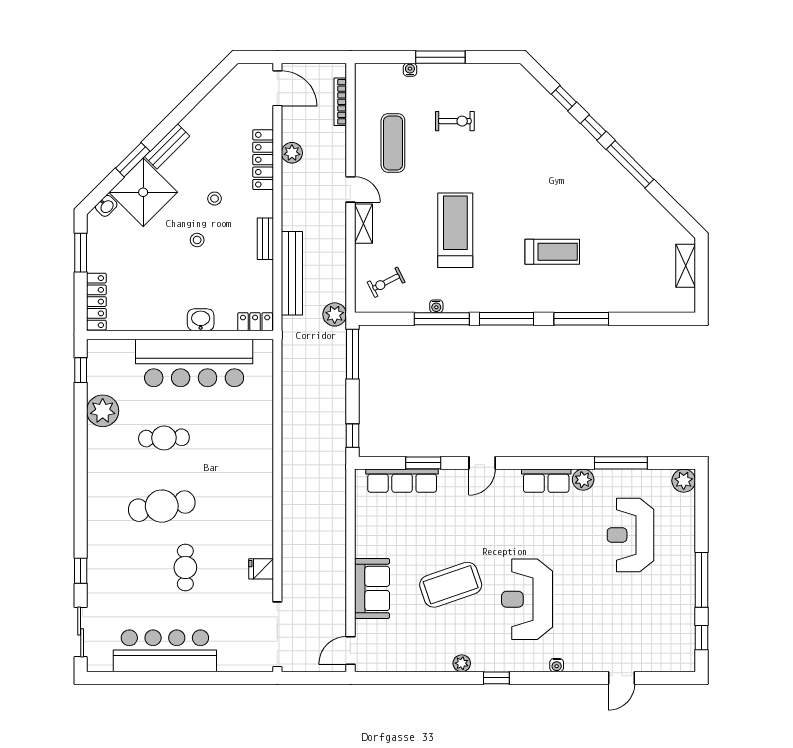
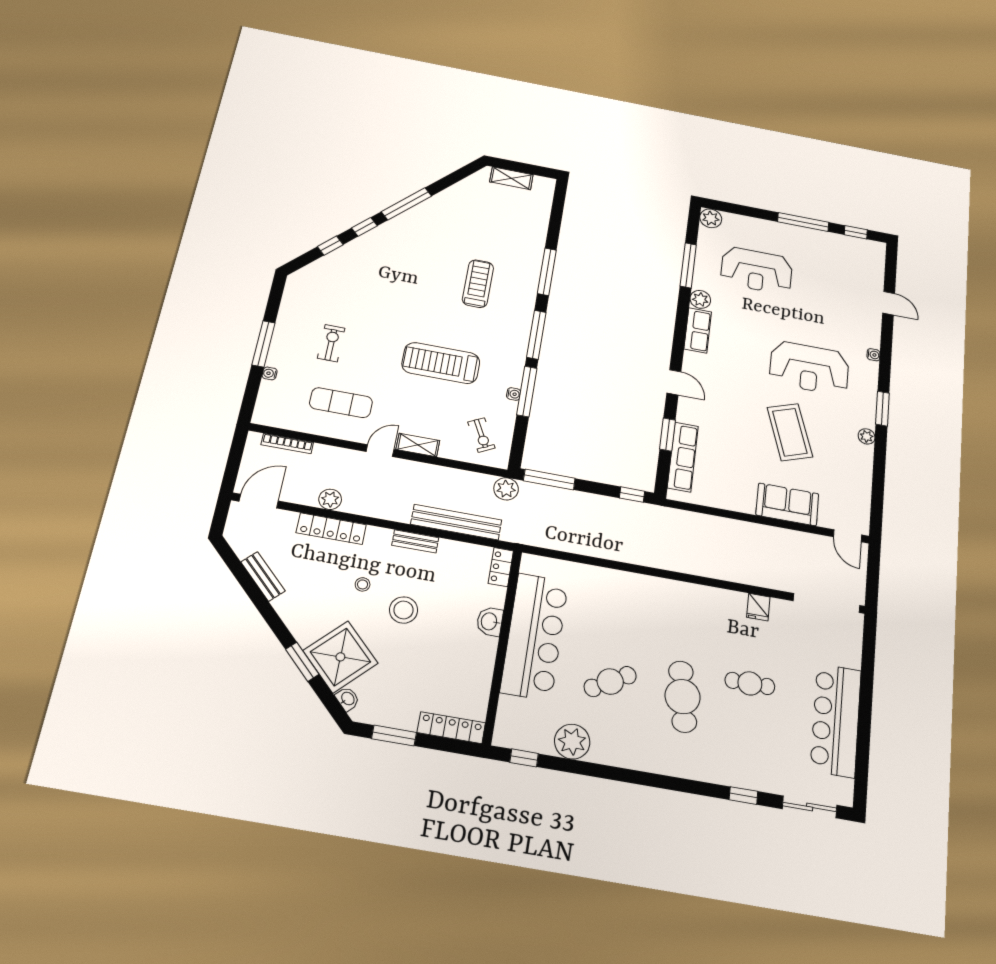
bench: (167, 146) -> (263, 576), moved
stool: (197, 240) -> (404, 610), width x1.89, depth x1.89
cafe table: (164, 438) -> (610, 682), turned 62
window: (496, 678) -> (882, 409), width x1.50

